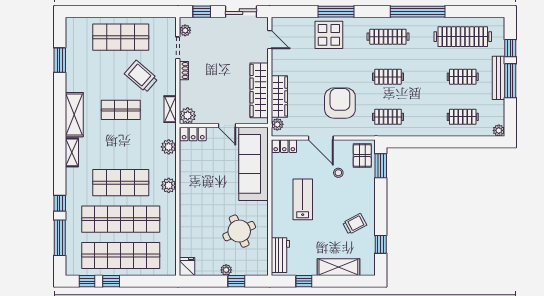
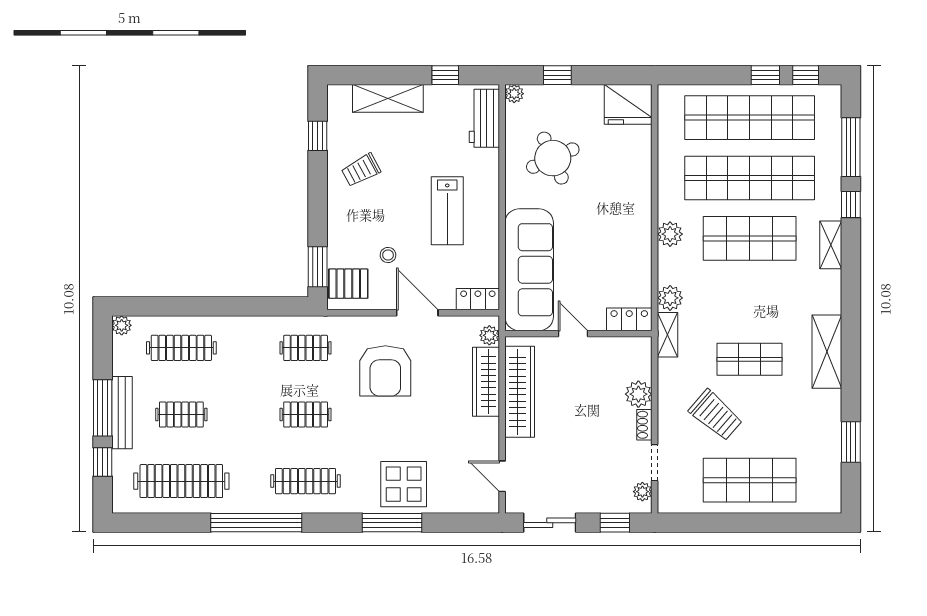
shelving: (170, 109) -> (668, 335), moved
plant: (188, 116) -> (638, 394), moved
clothes rail: (463, 117) -> (181, 348), width x1.36
shelving: (72, 152) -> (831, 245), moved
pallet: (362, 156) -> (348, 284), turned 90
fridge: (187, 266) -> (628, 104), width x1.88, depth x1.34
plant: (226, 270) -> (514, 94), moved

